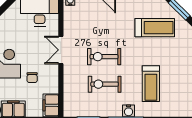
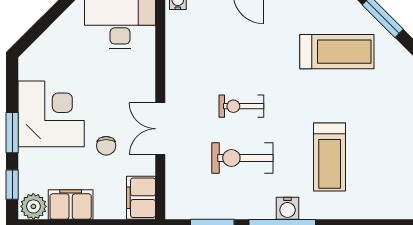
double door: (61, 50) -> (160, 129), moved
exercise bike: (104, 57) -> (241, 106), width x0.73, depth x0.72

